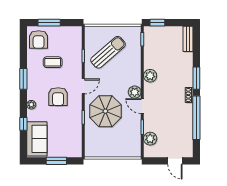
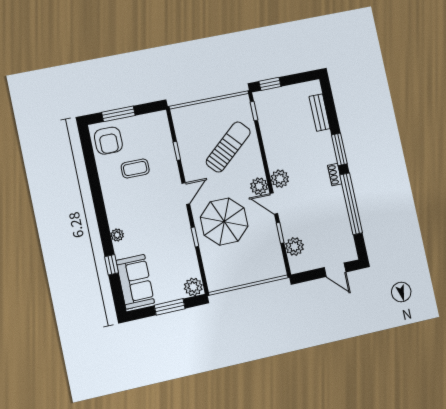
bench: (188, 39) -> (320, 113), moved
sun lounger: (108, 52) -> (228, 147), moved
plant: (150, 76) -> (280, 179), moved
window: (23, 79) -> (98, 201), removed
armchair: (58, 97) -> (153, 215), removed
plant: (75, 151) -> (193, 287), added

